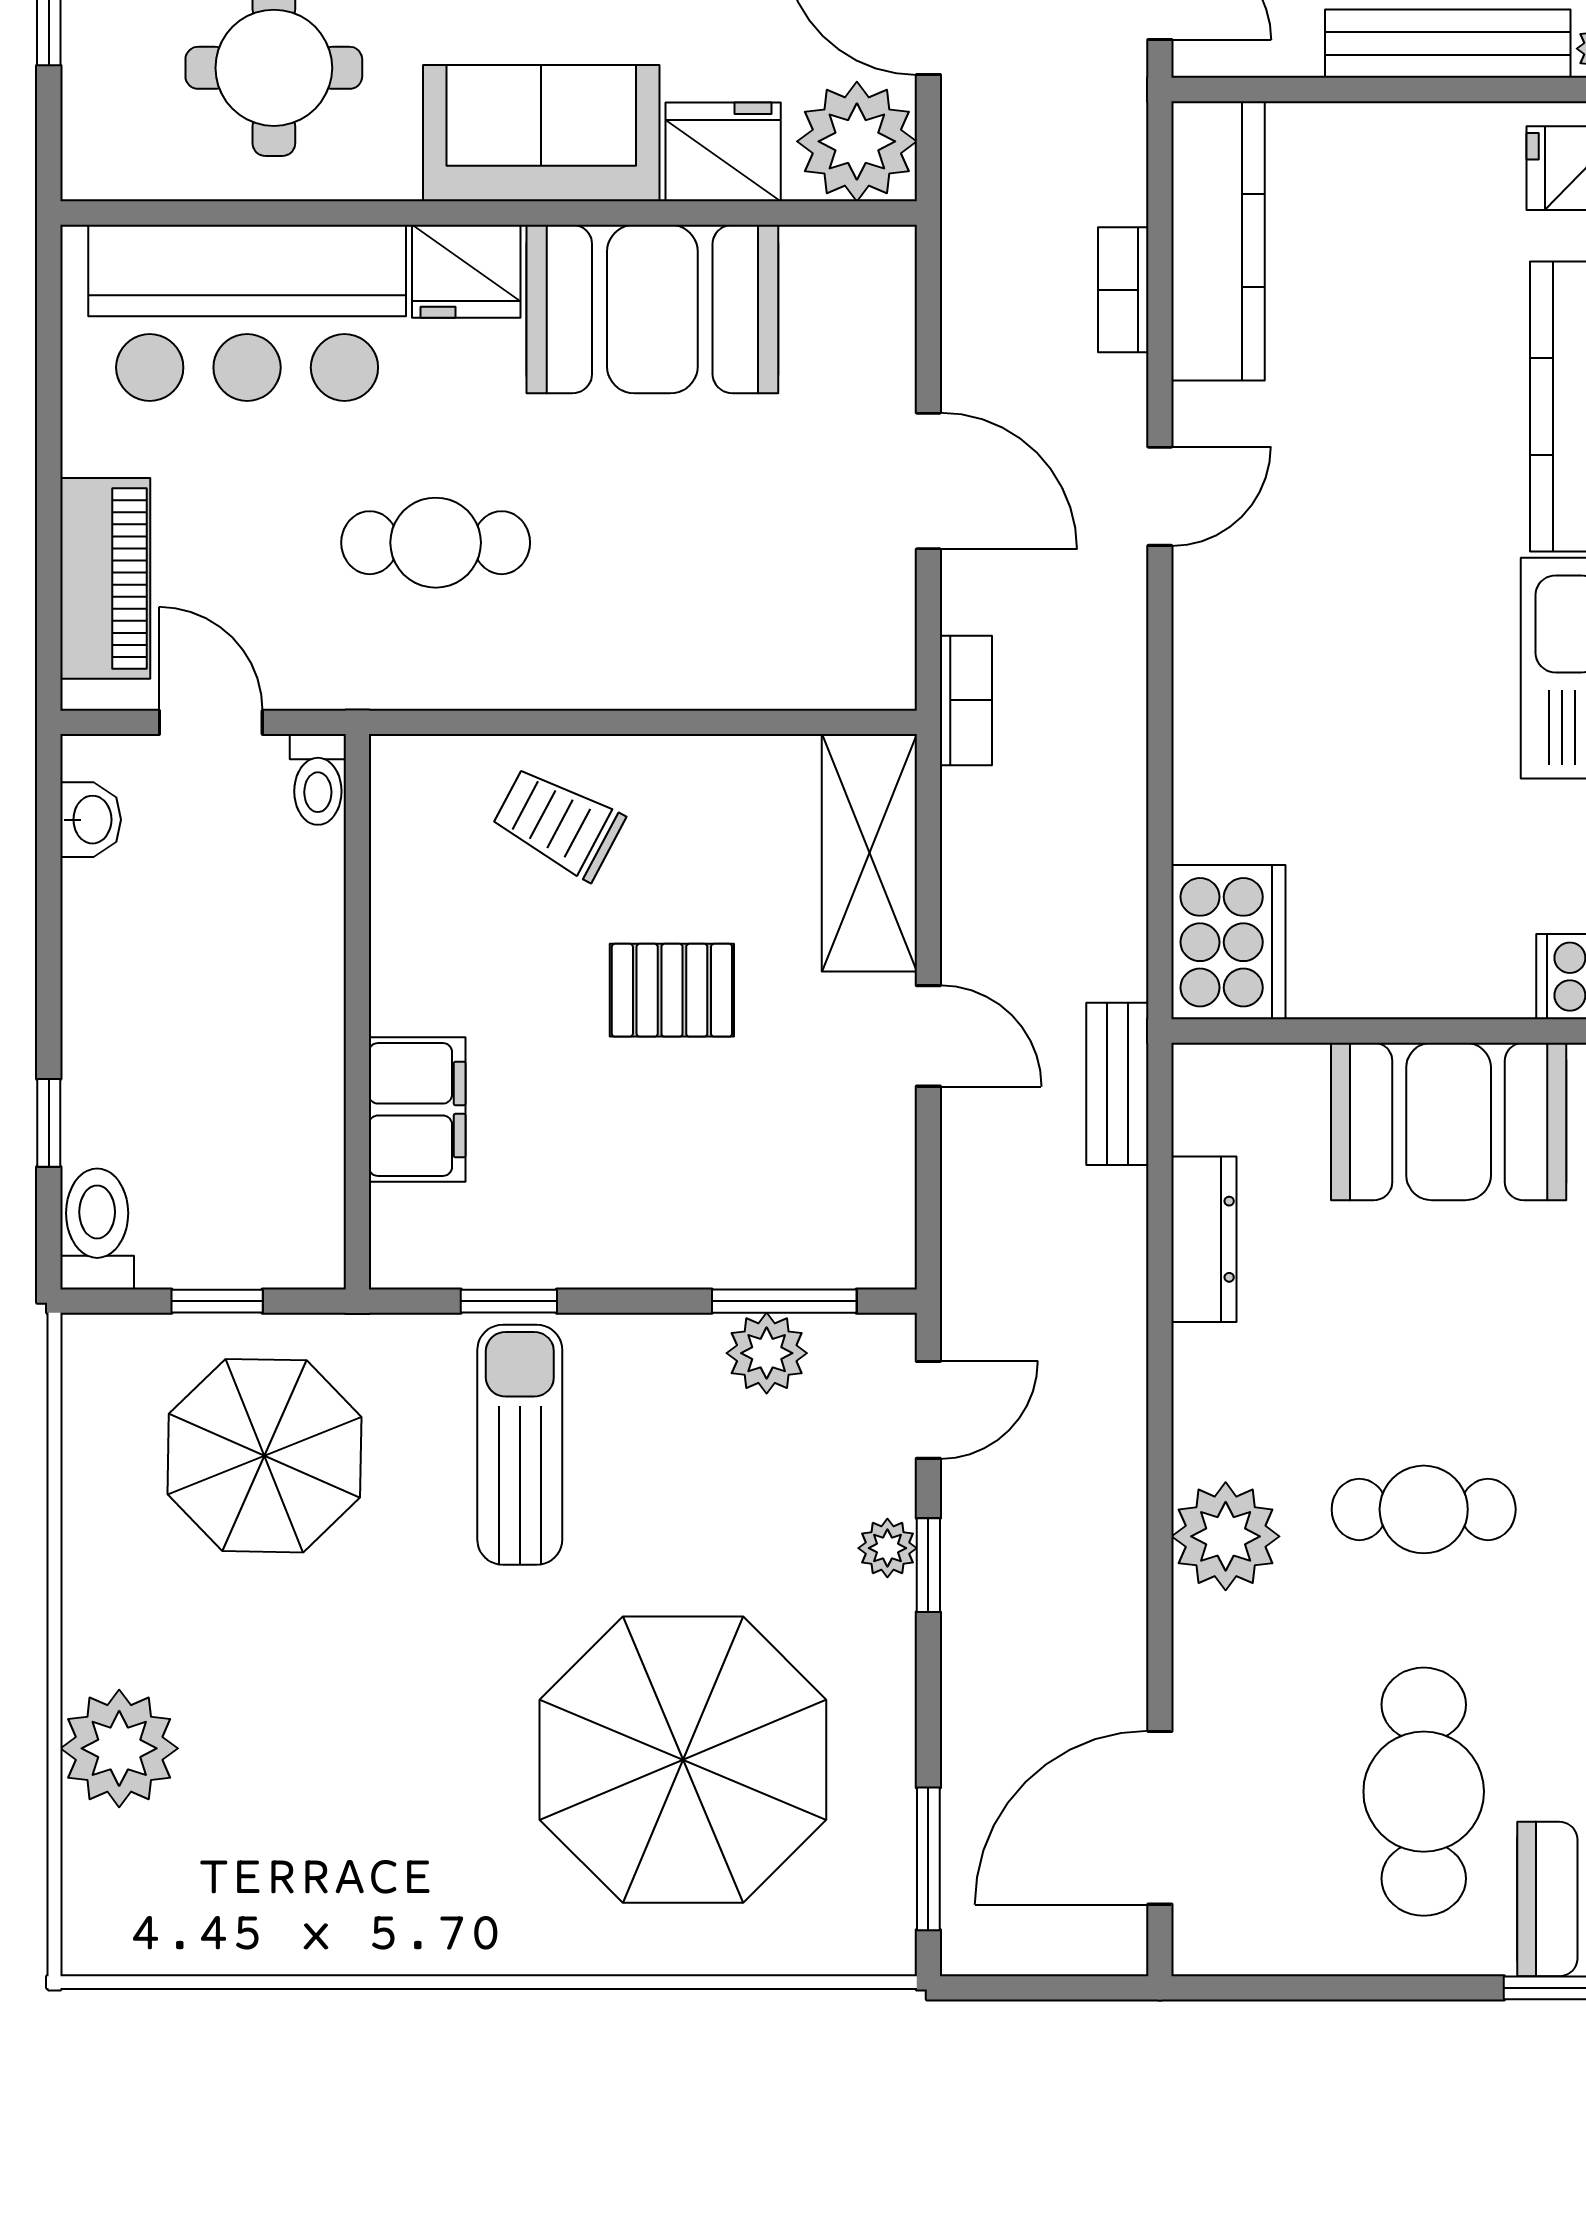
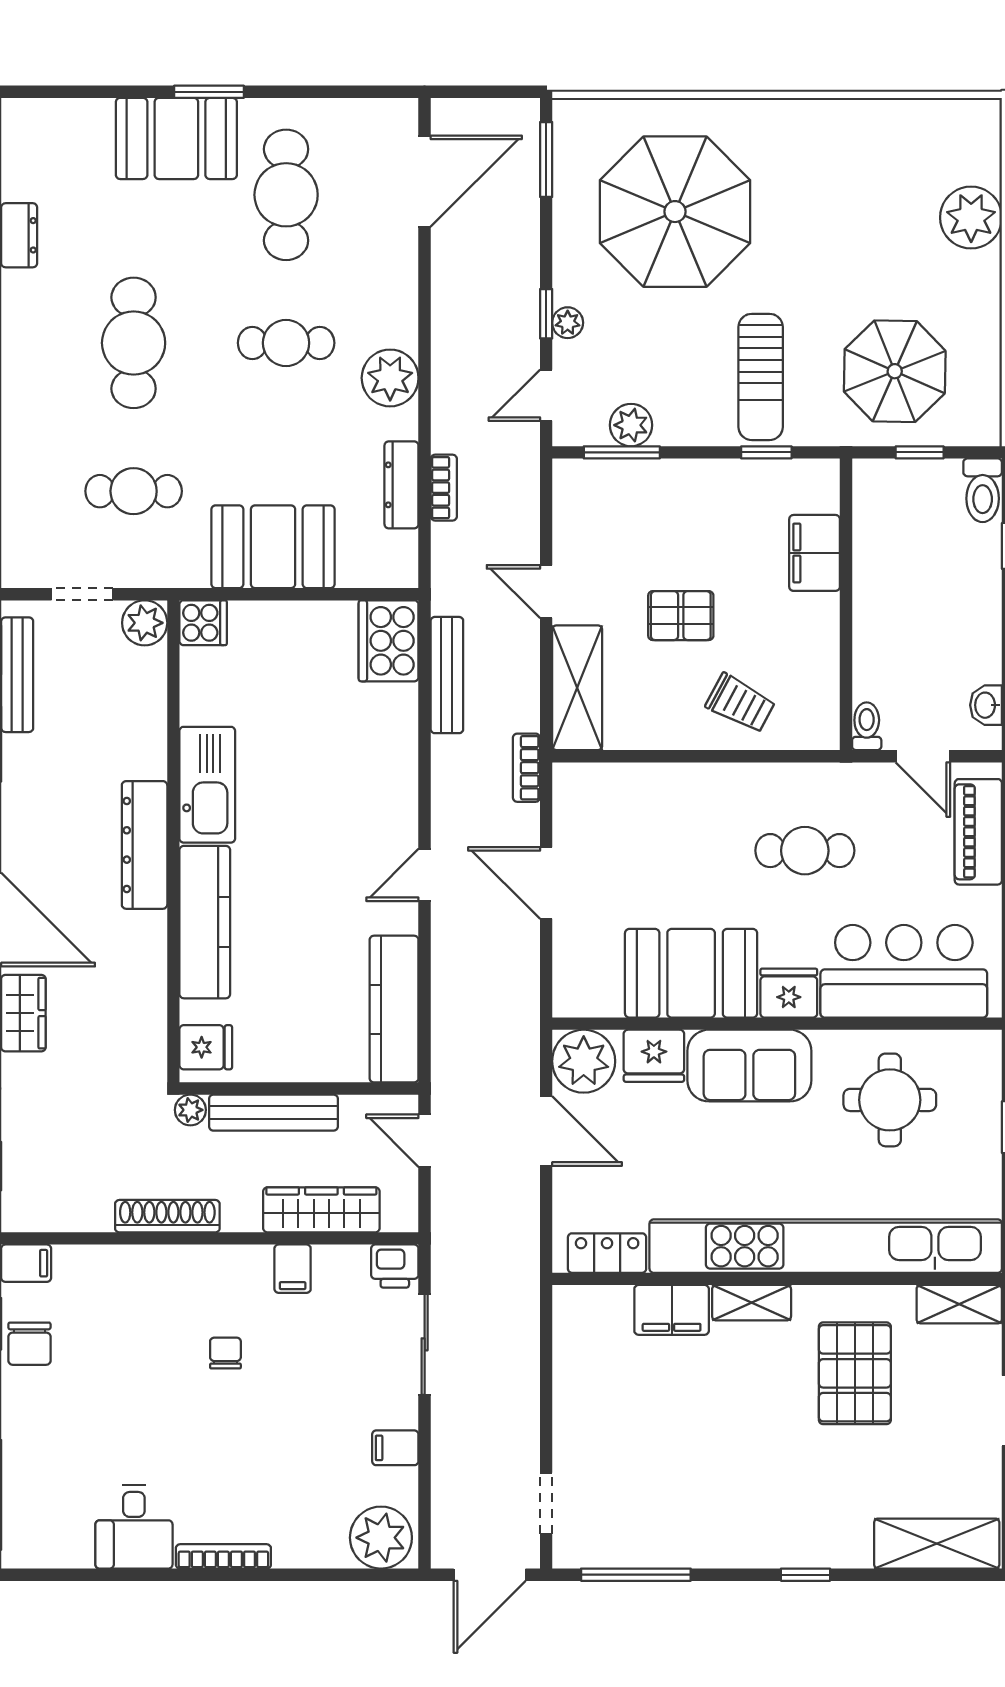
bookcase: (1123, 290) -> (444, 488), moved
bench: (1117, 1084) -> (447, 675), moved, width x1.36
plant: (1226, 1536) -> (390, 378), moved

